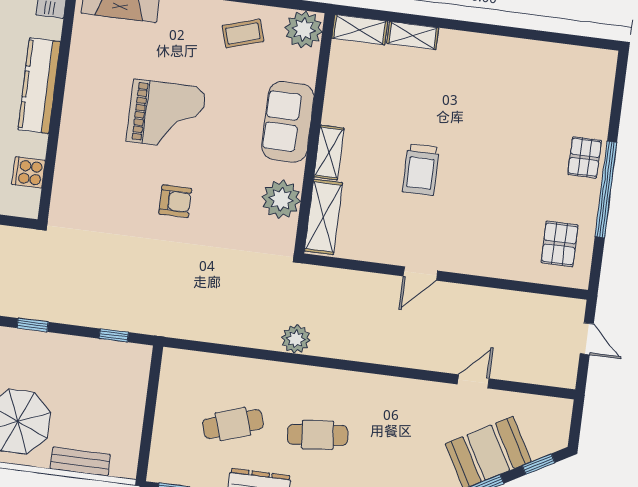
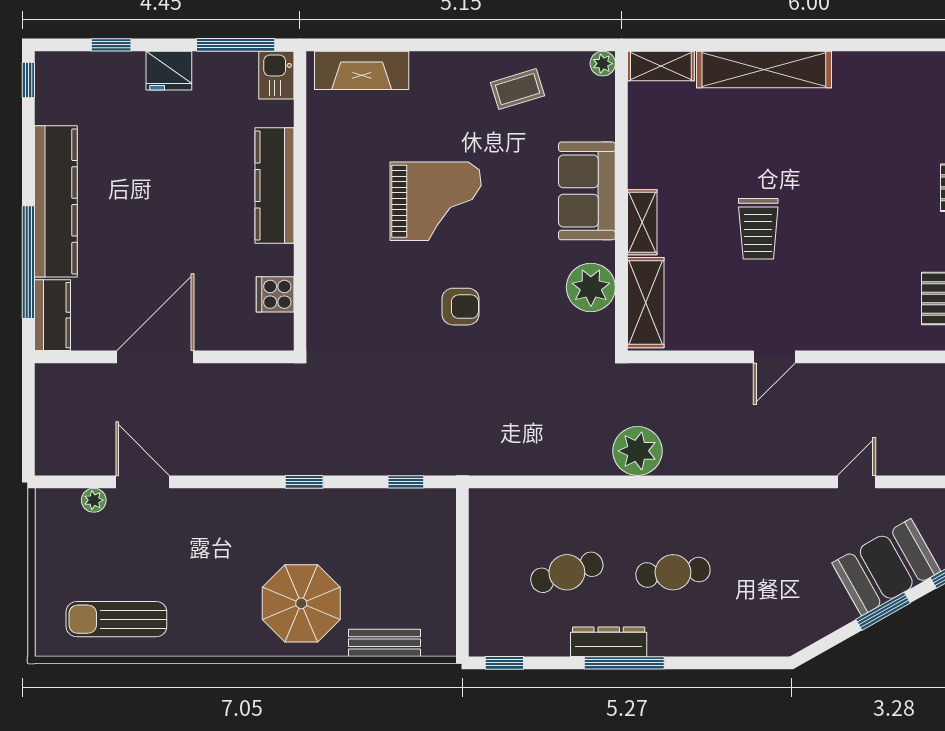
plant: (304, 29) -> (603, 64), width x0.53, depth x0.53
shelving: (413, 36) -> (764, 69), width x2.20, depth x1.33
plant: (296, 339) -> (638, 451), width x1.36, depth x1.36

